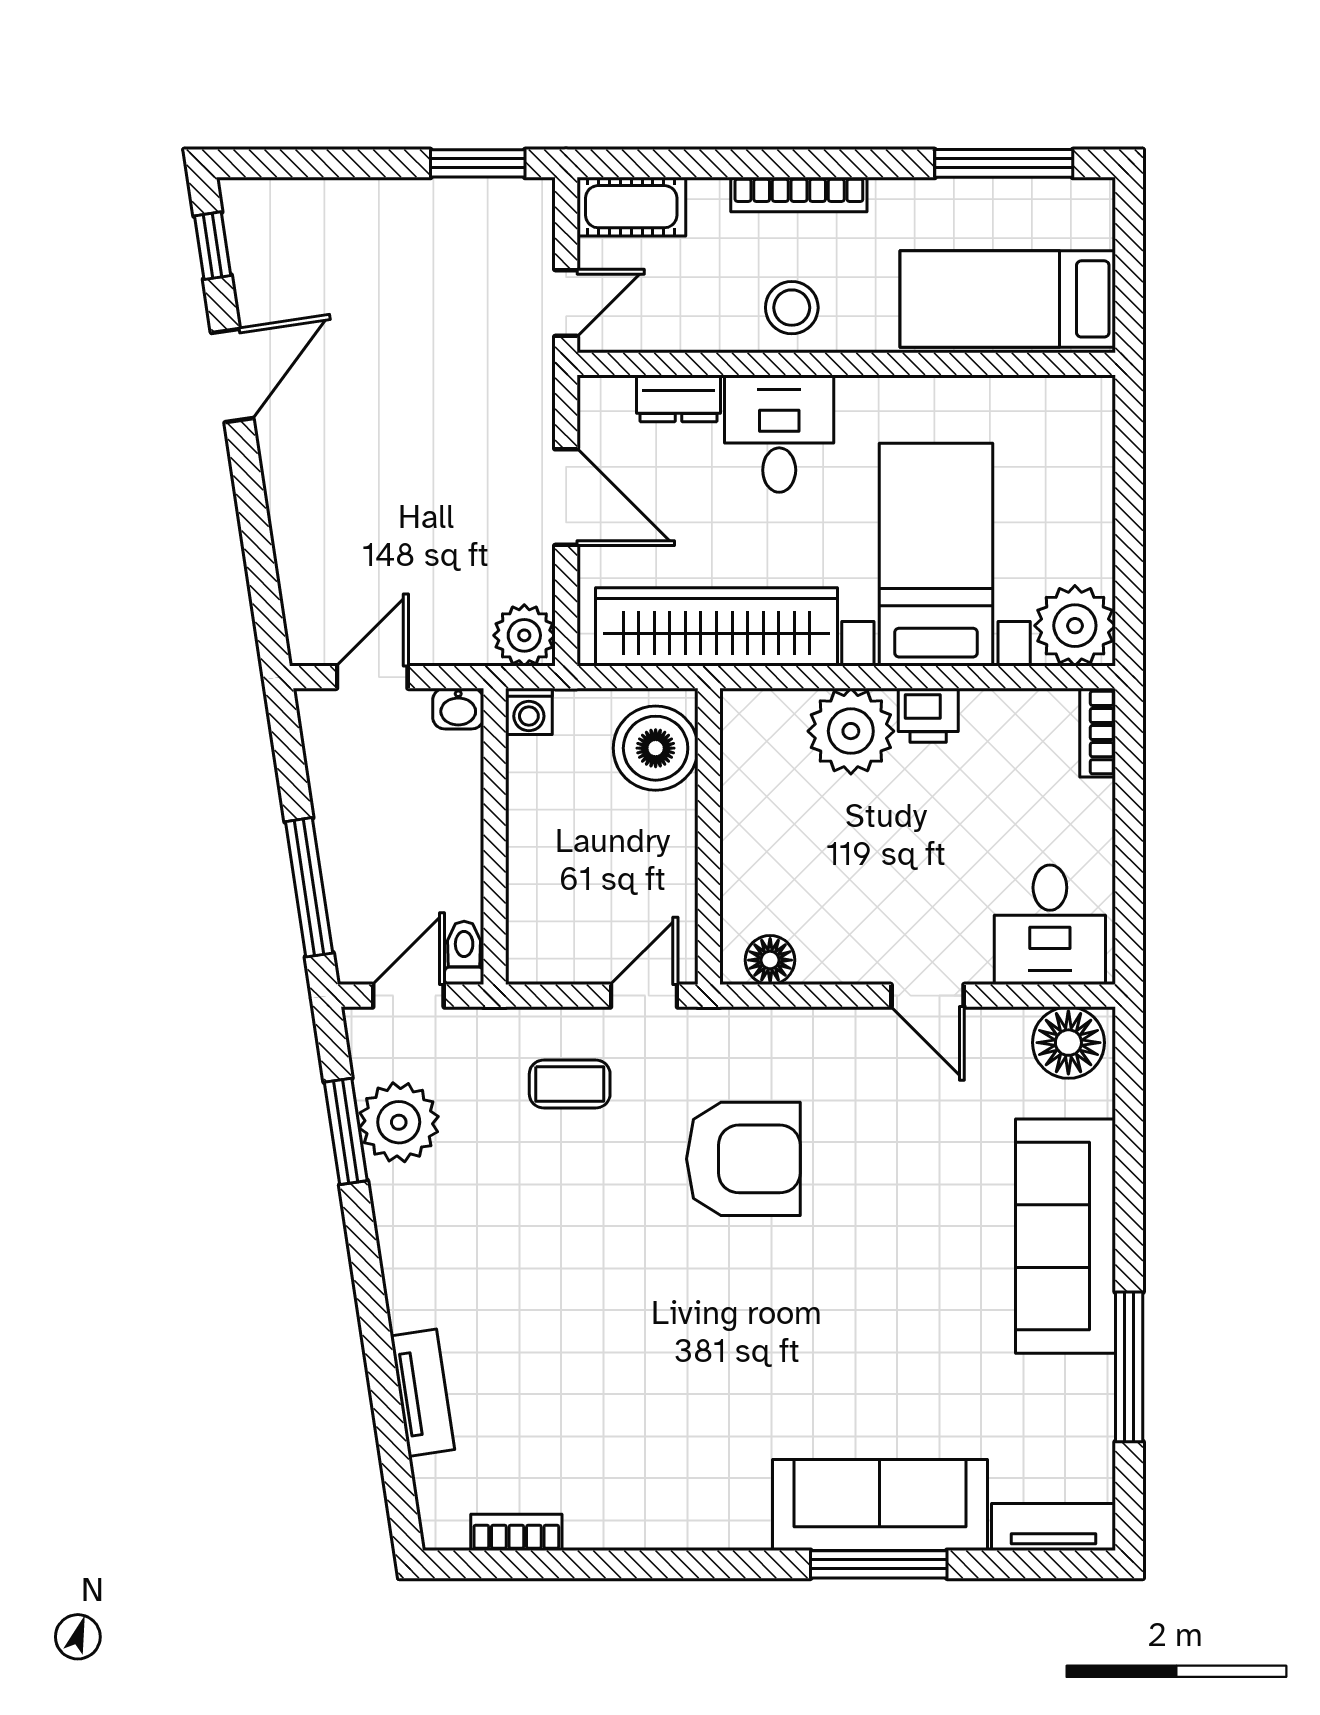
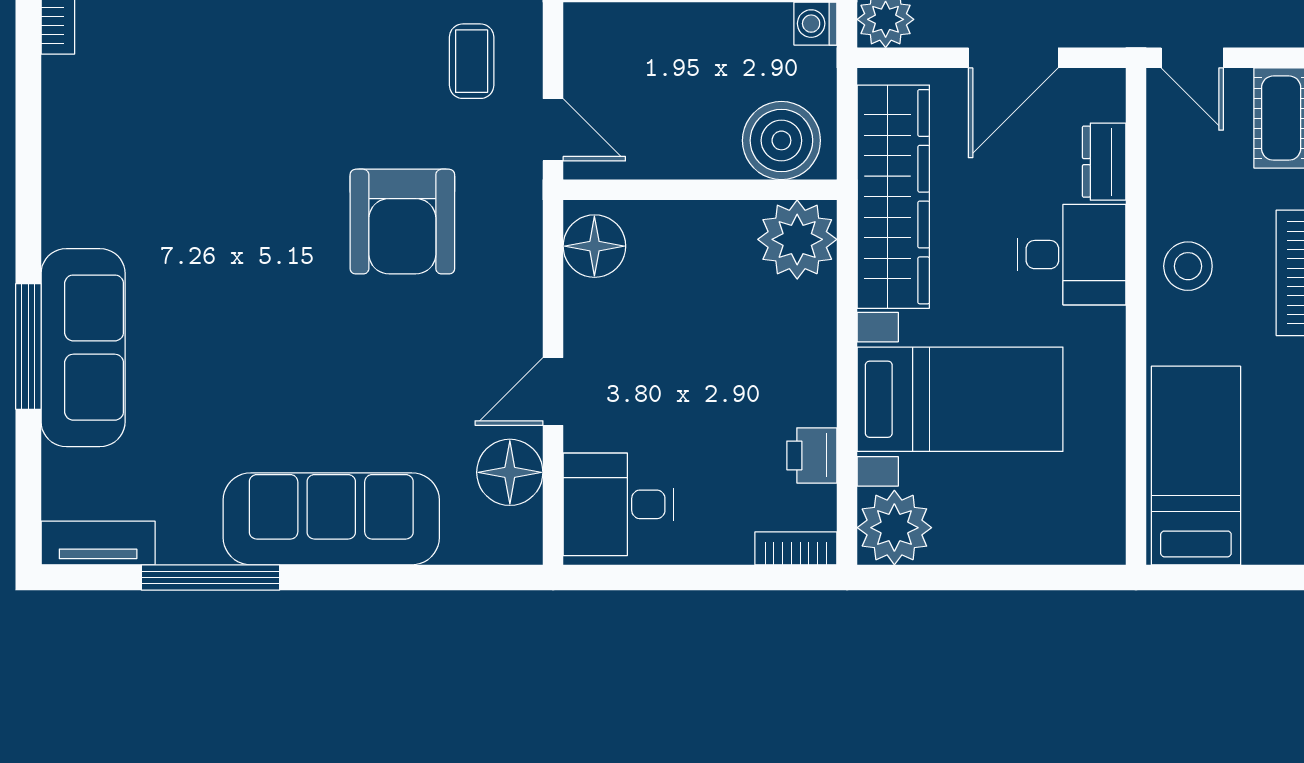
printer: (928, 715) -> (812, 455), moved
plant: (851, 731) -> (797, 239), moved
floor lamp: (770, 960) -> (594, 246), width x1.38, depth x1.38
floor lamp: (1068, 1043) -> (510, 472), moved
tv unit: (1054, 1527) -> (98, 543), moved, turned -90

